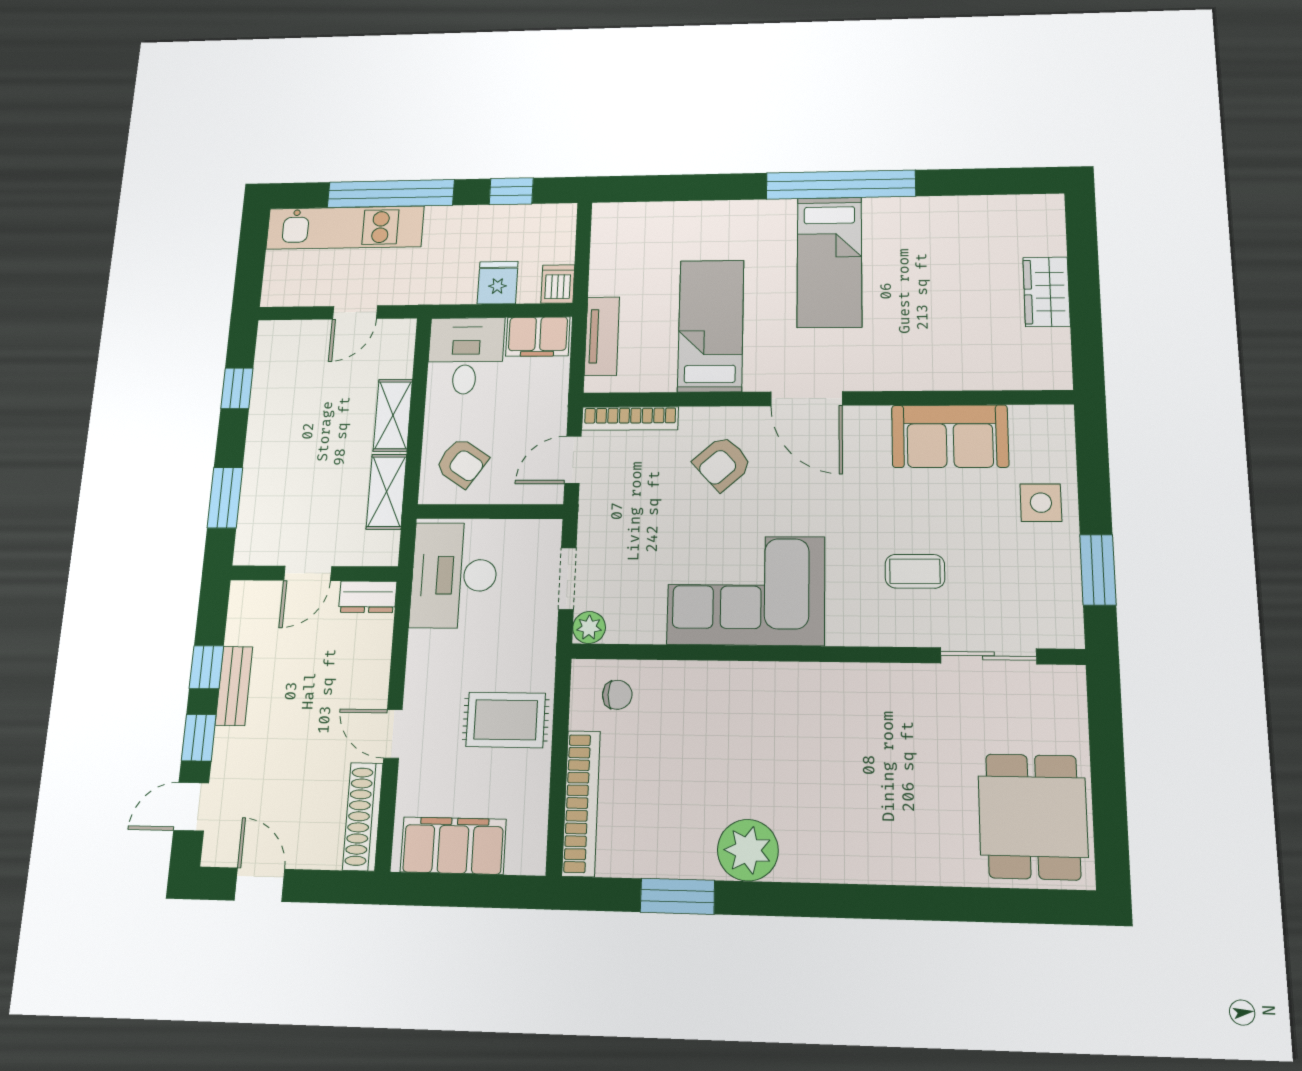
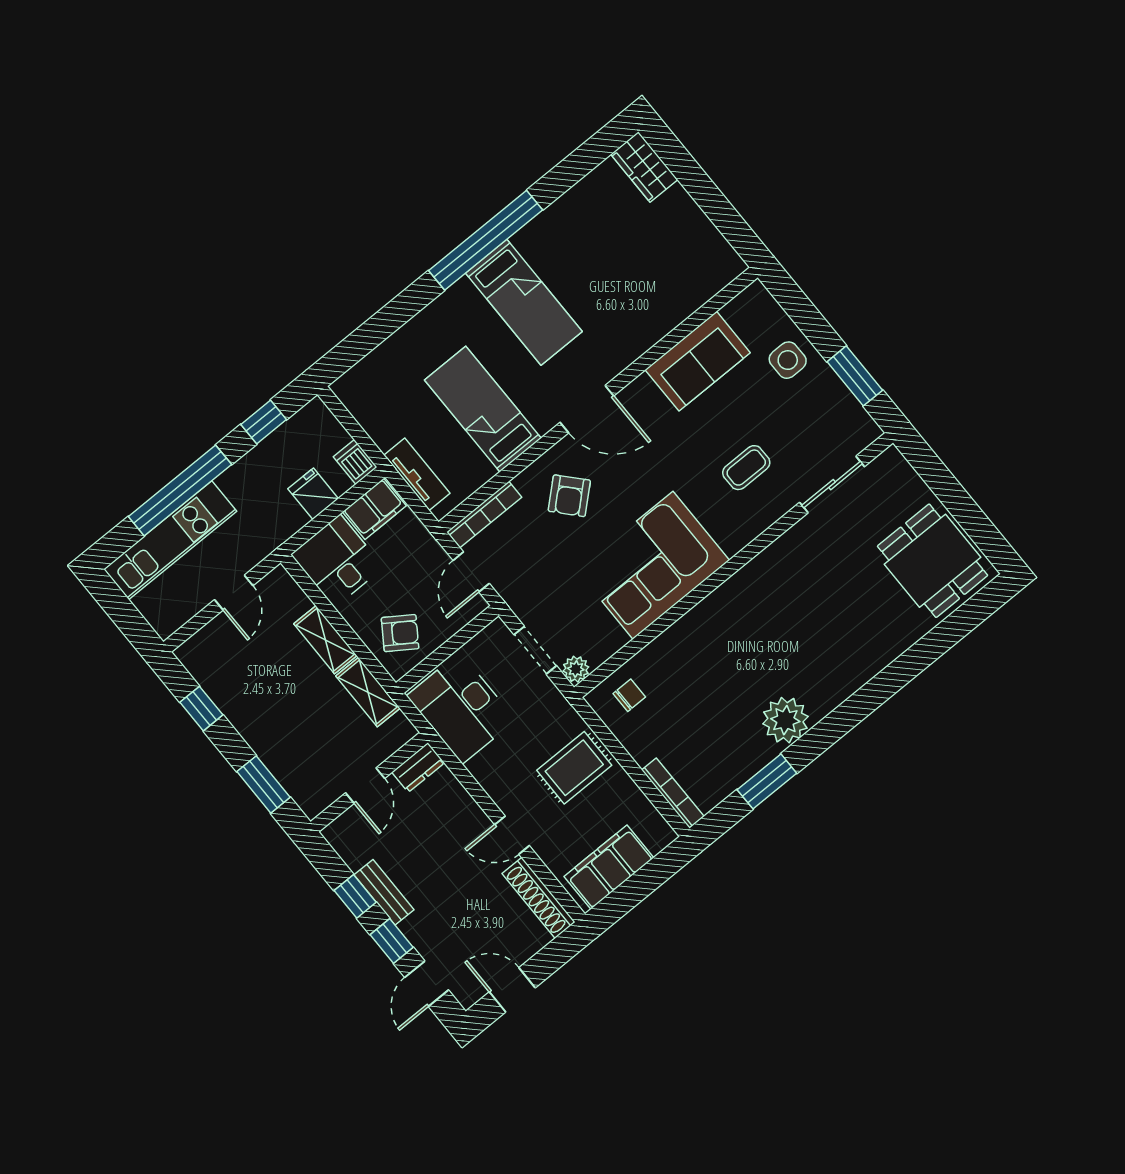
wardrobe: (1047, 292) -> (644, 167), moved
bookcase: (581, 803) -> (673, 793), width x0.68, depth x0.76

